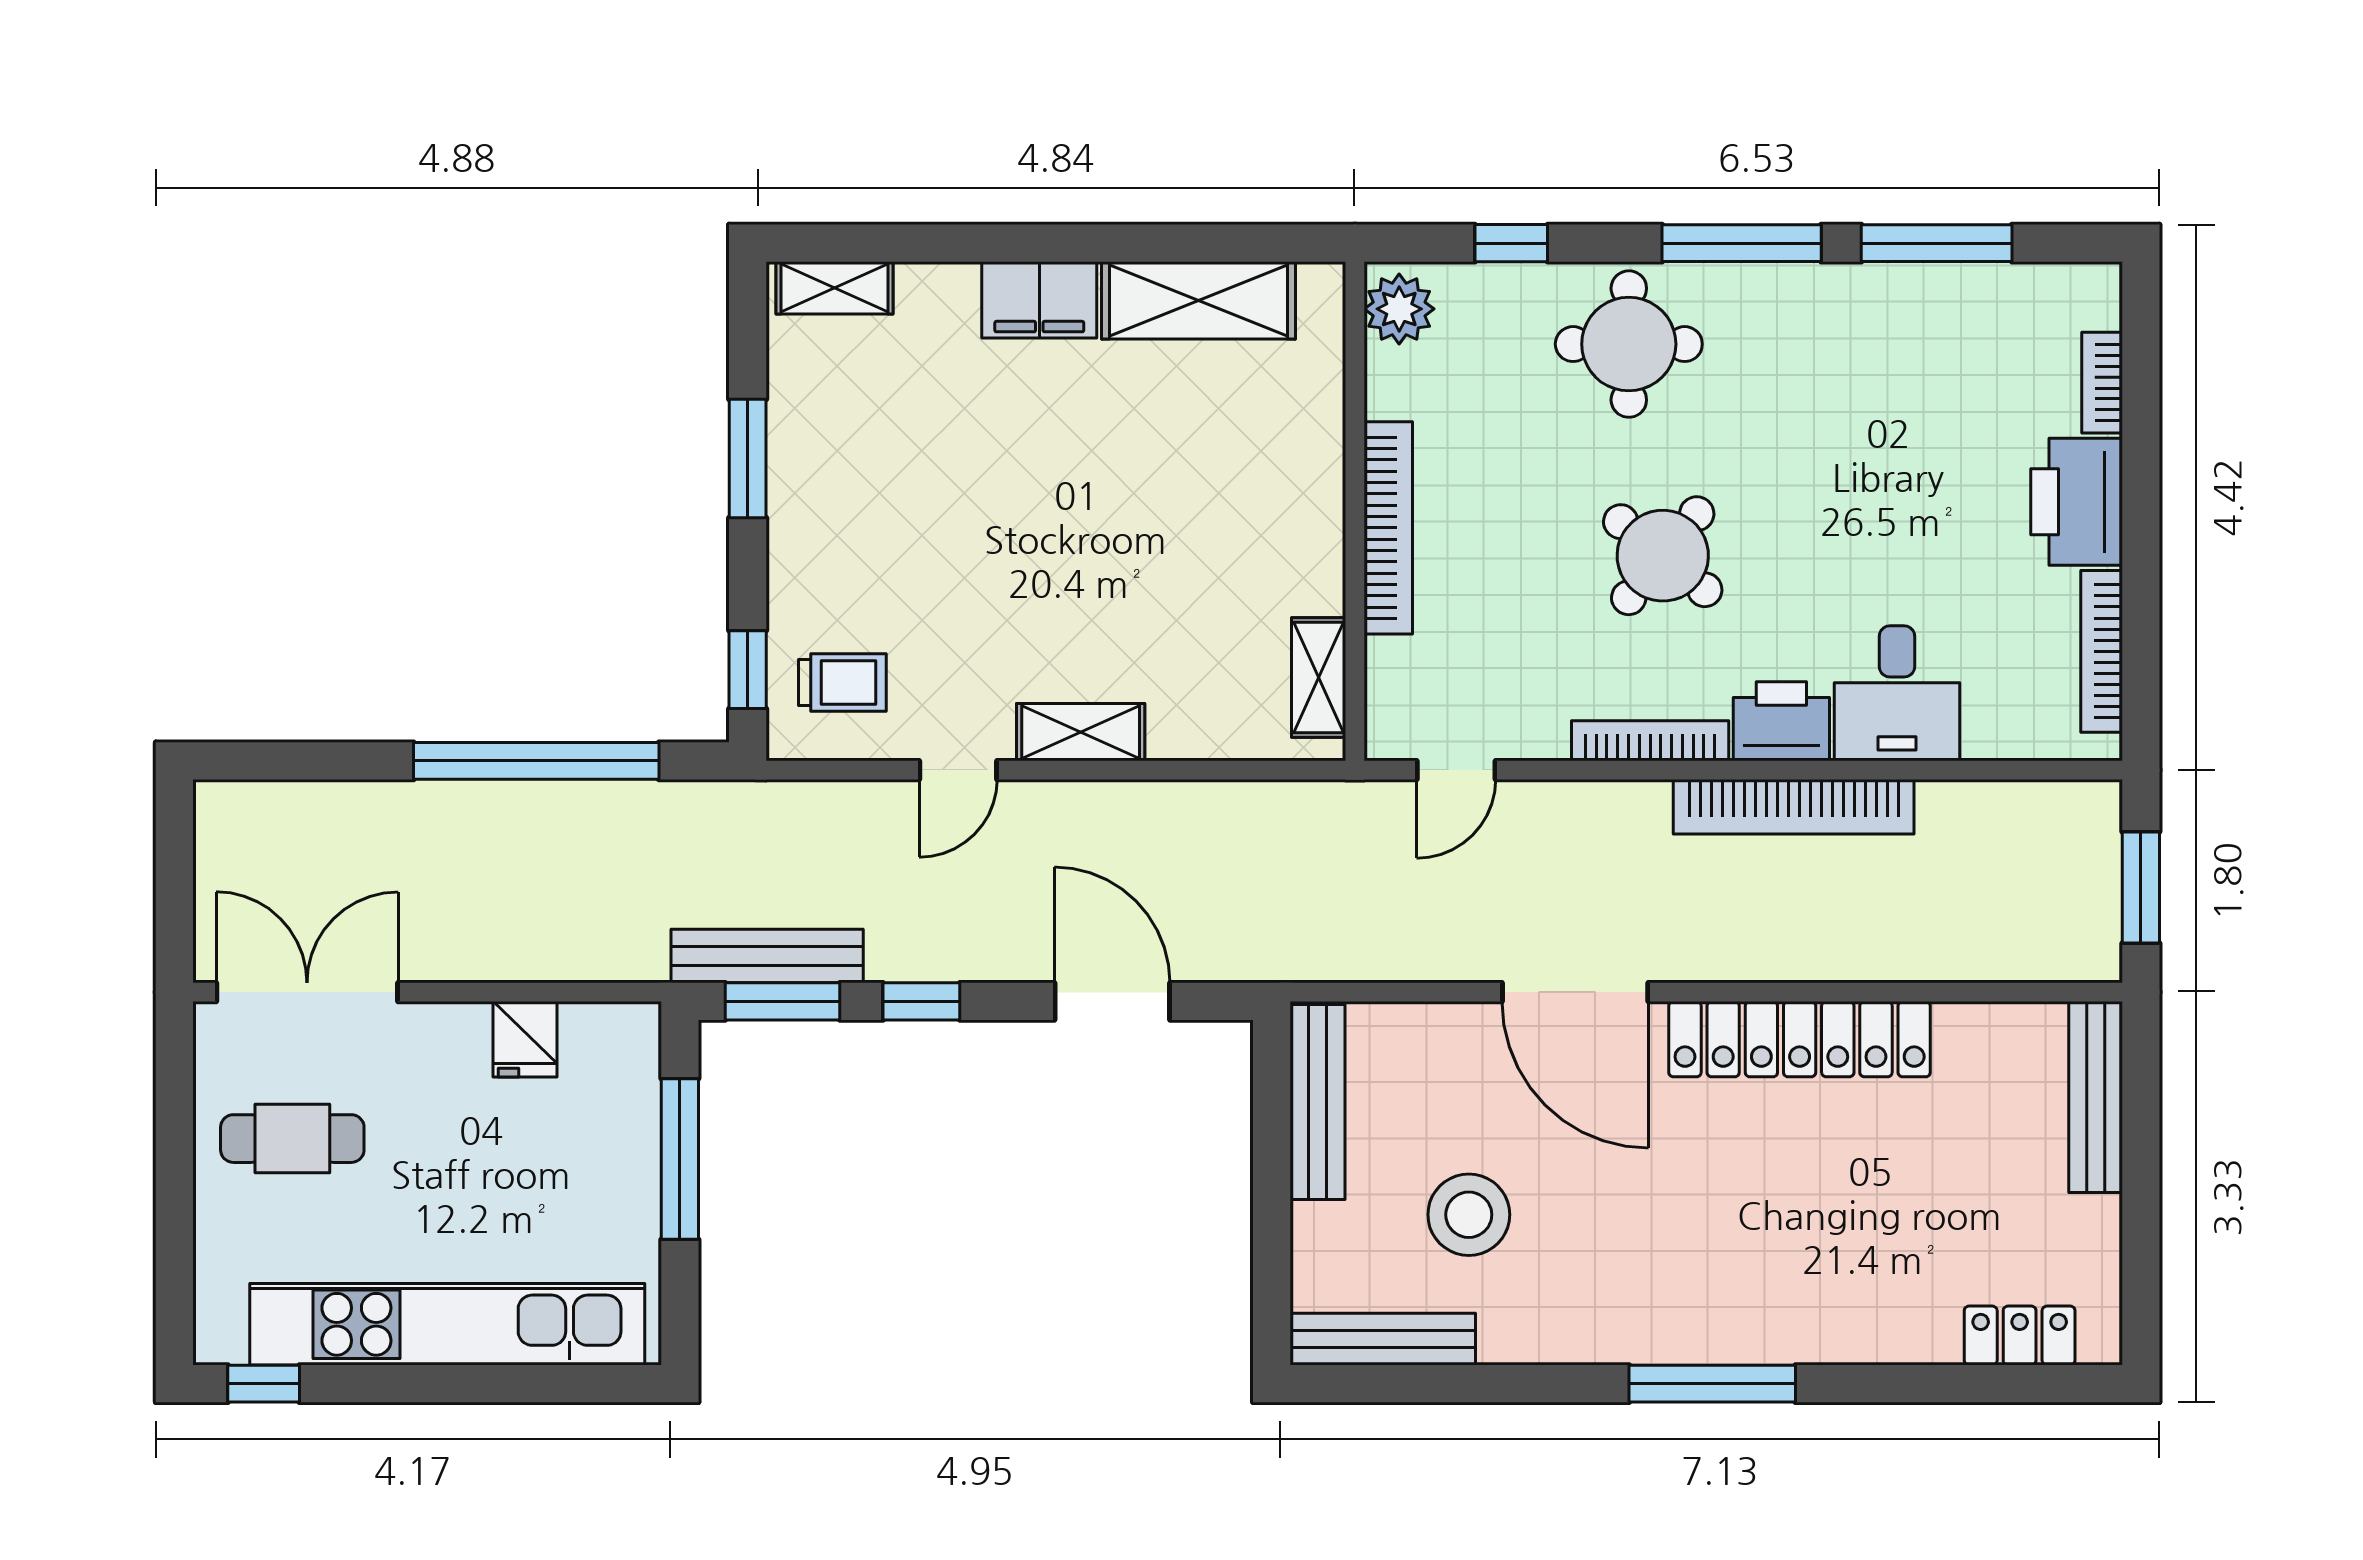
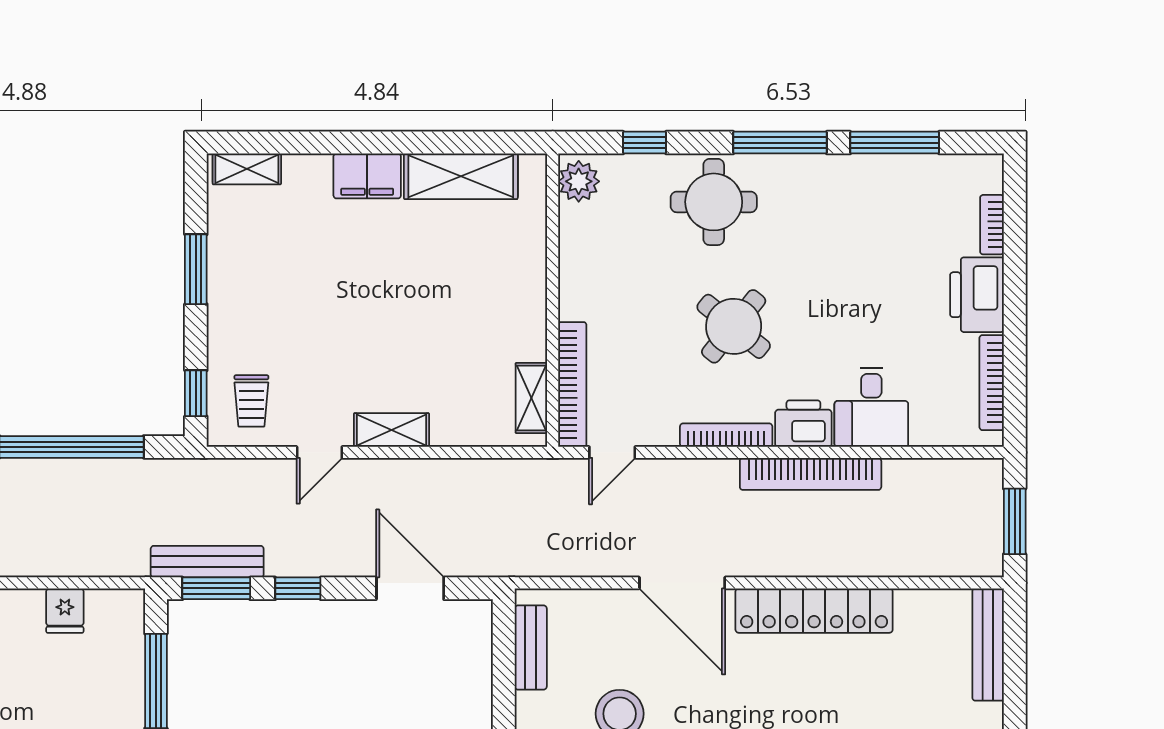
bookcase: (1388, 528) -> (572, 385), moved
trolley: (842, 683) -> (251, 401), turned 90
bench: (1318, 1102) -> (531, 647), width x0.73

